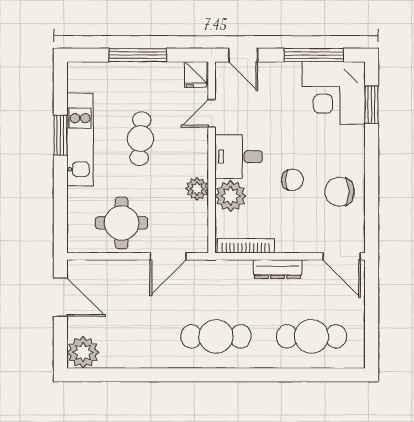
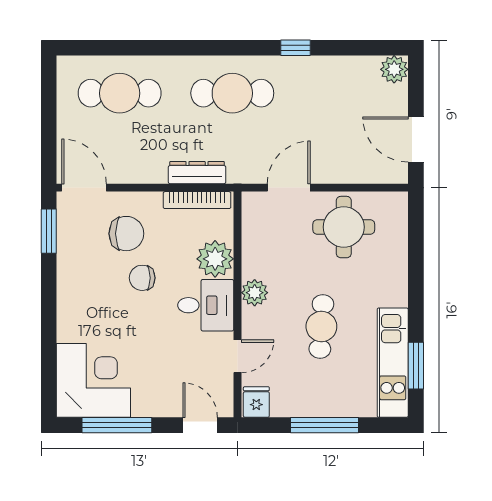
window: (372, 105) -> (49, 231), moved
window: (60, 135) -> (416, 366), moved
kitchen unit: (80, 140) -> (393, 363), moved
plant: (197, 189) -> (255, 293), moved
chair: (340, 192) -> (126, 234), moved
dresser: (278, 269) -> (197, 173), moved
plant: (83, 352) -> (394, 69), width x0.73, depth x0.73
window: (162, 375) -> (295, 48), added

